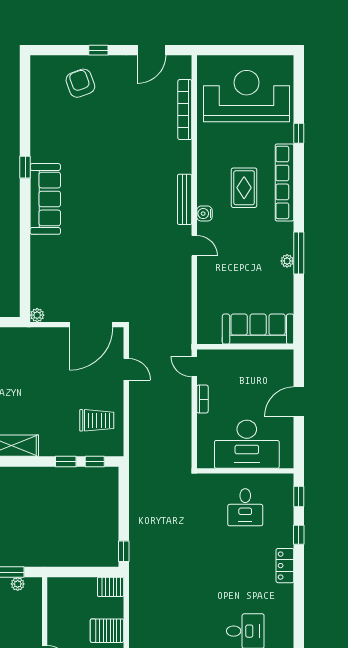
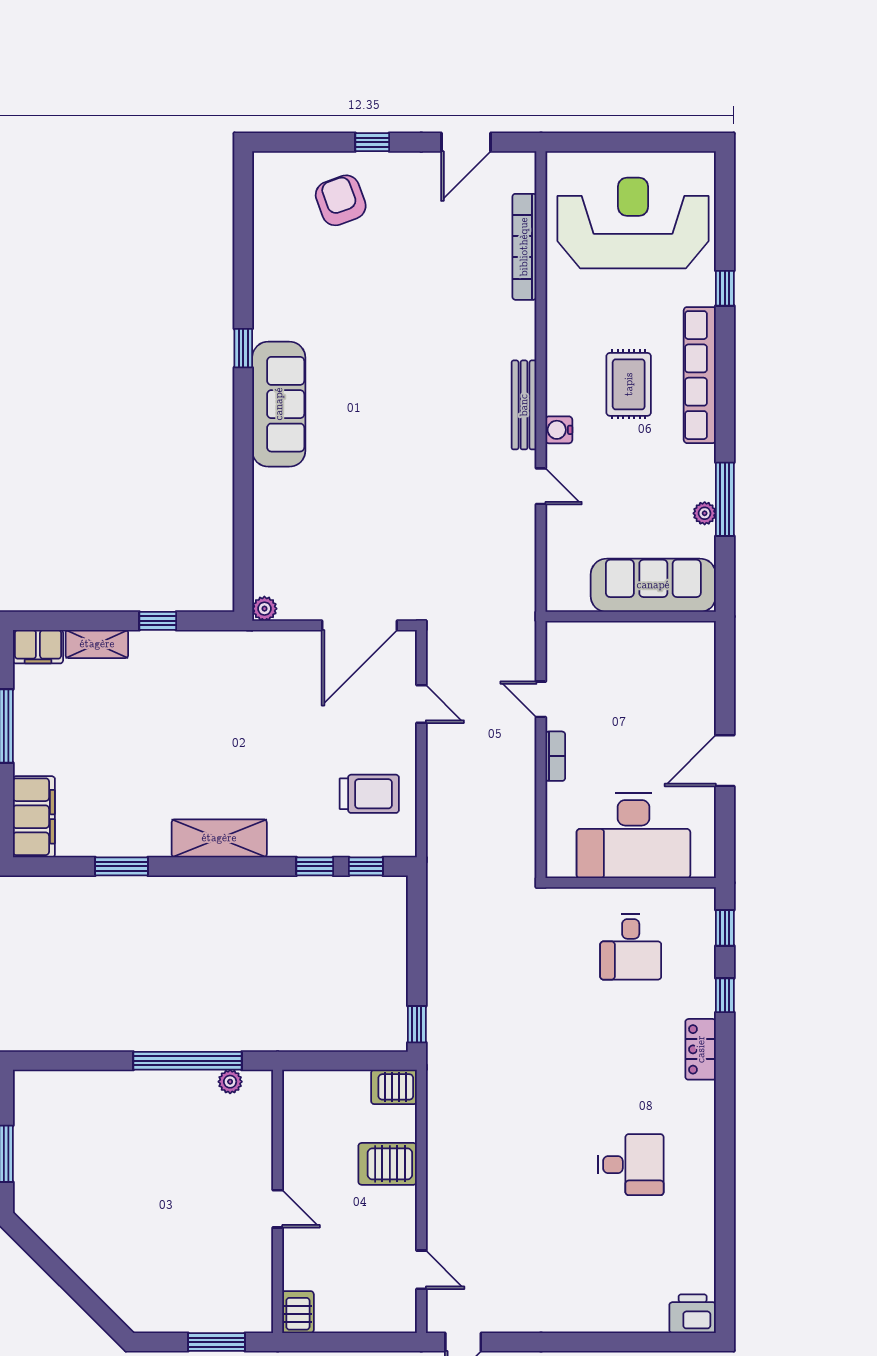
sofa: (258, 329) -> (653, 585), moved
wall: (245, 347) -> (631, 616), moved

